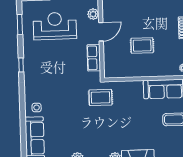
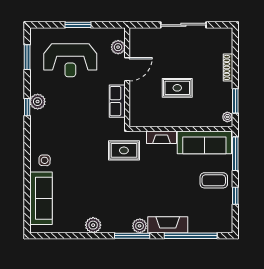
reception desk: (55, 26) -> (70, 60), turned 180
plant: (29, 60) -> (38, 102), added
fireplace: (131, 86) -> (161, 137), added

